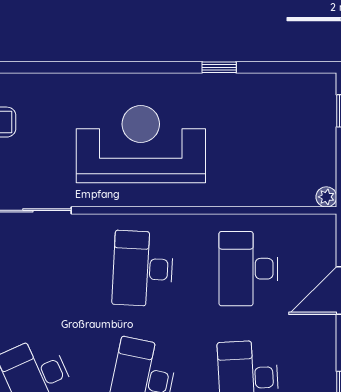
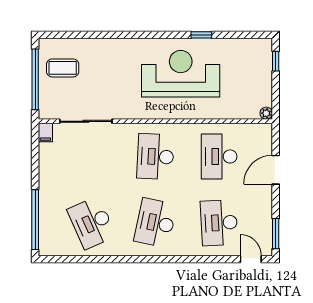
reception desk: (141, 144) -> (181, 74), moved

